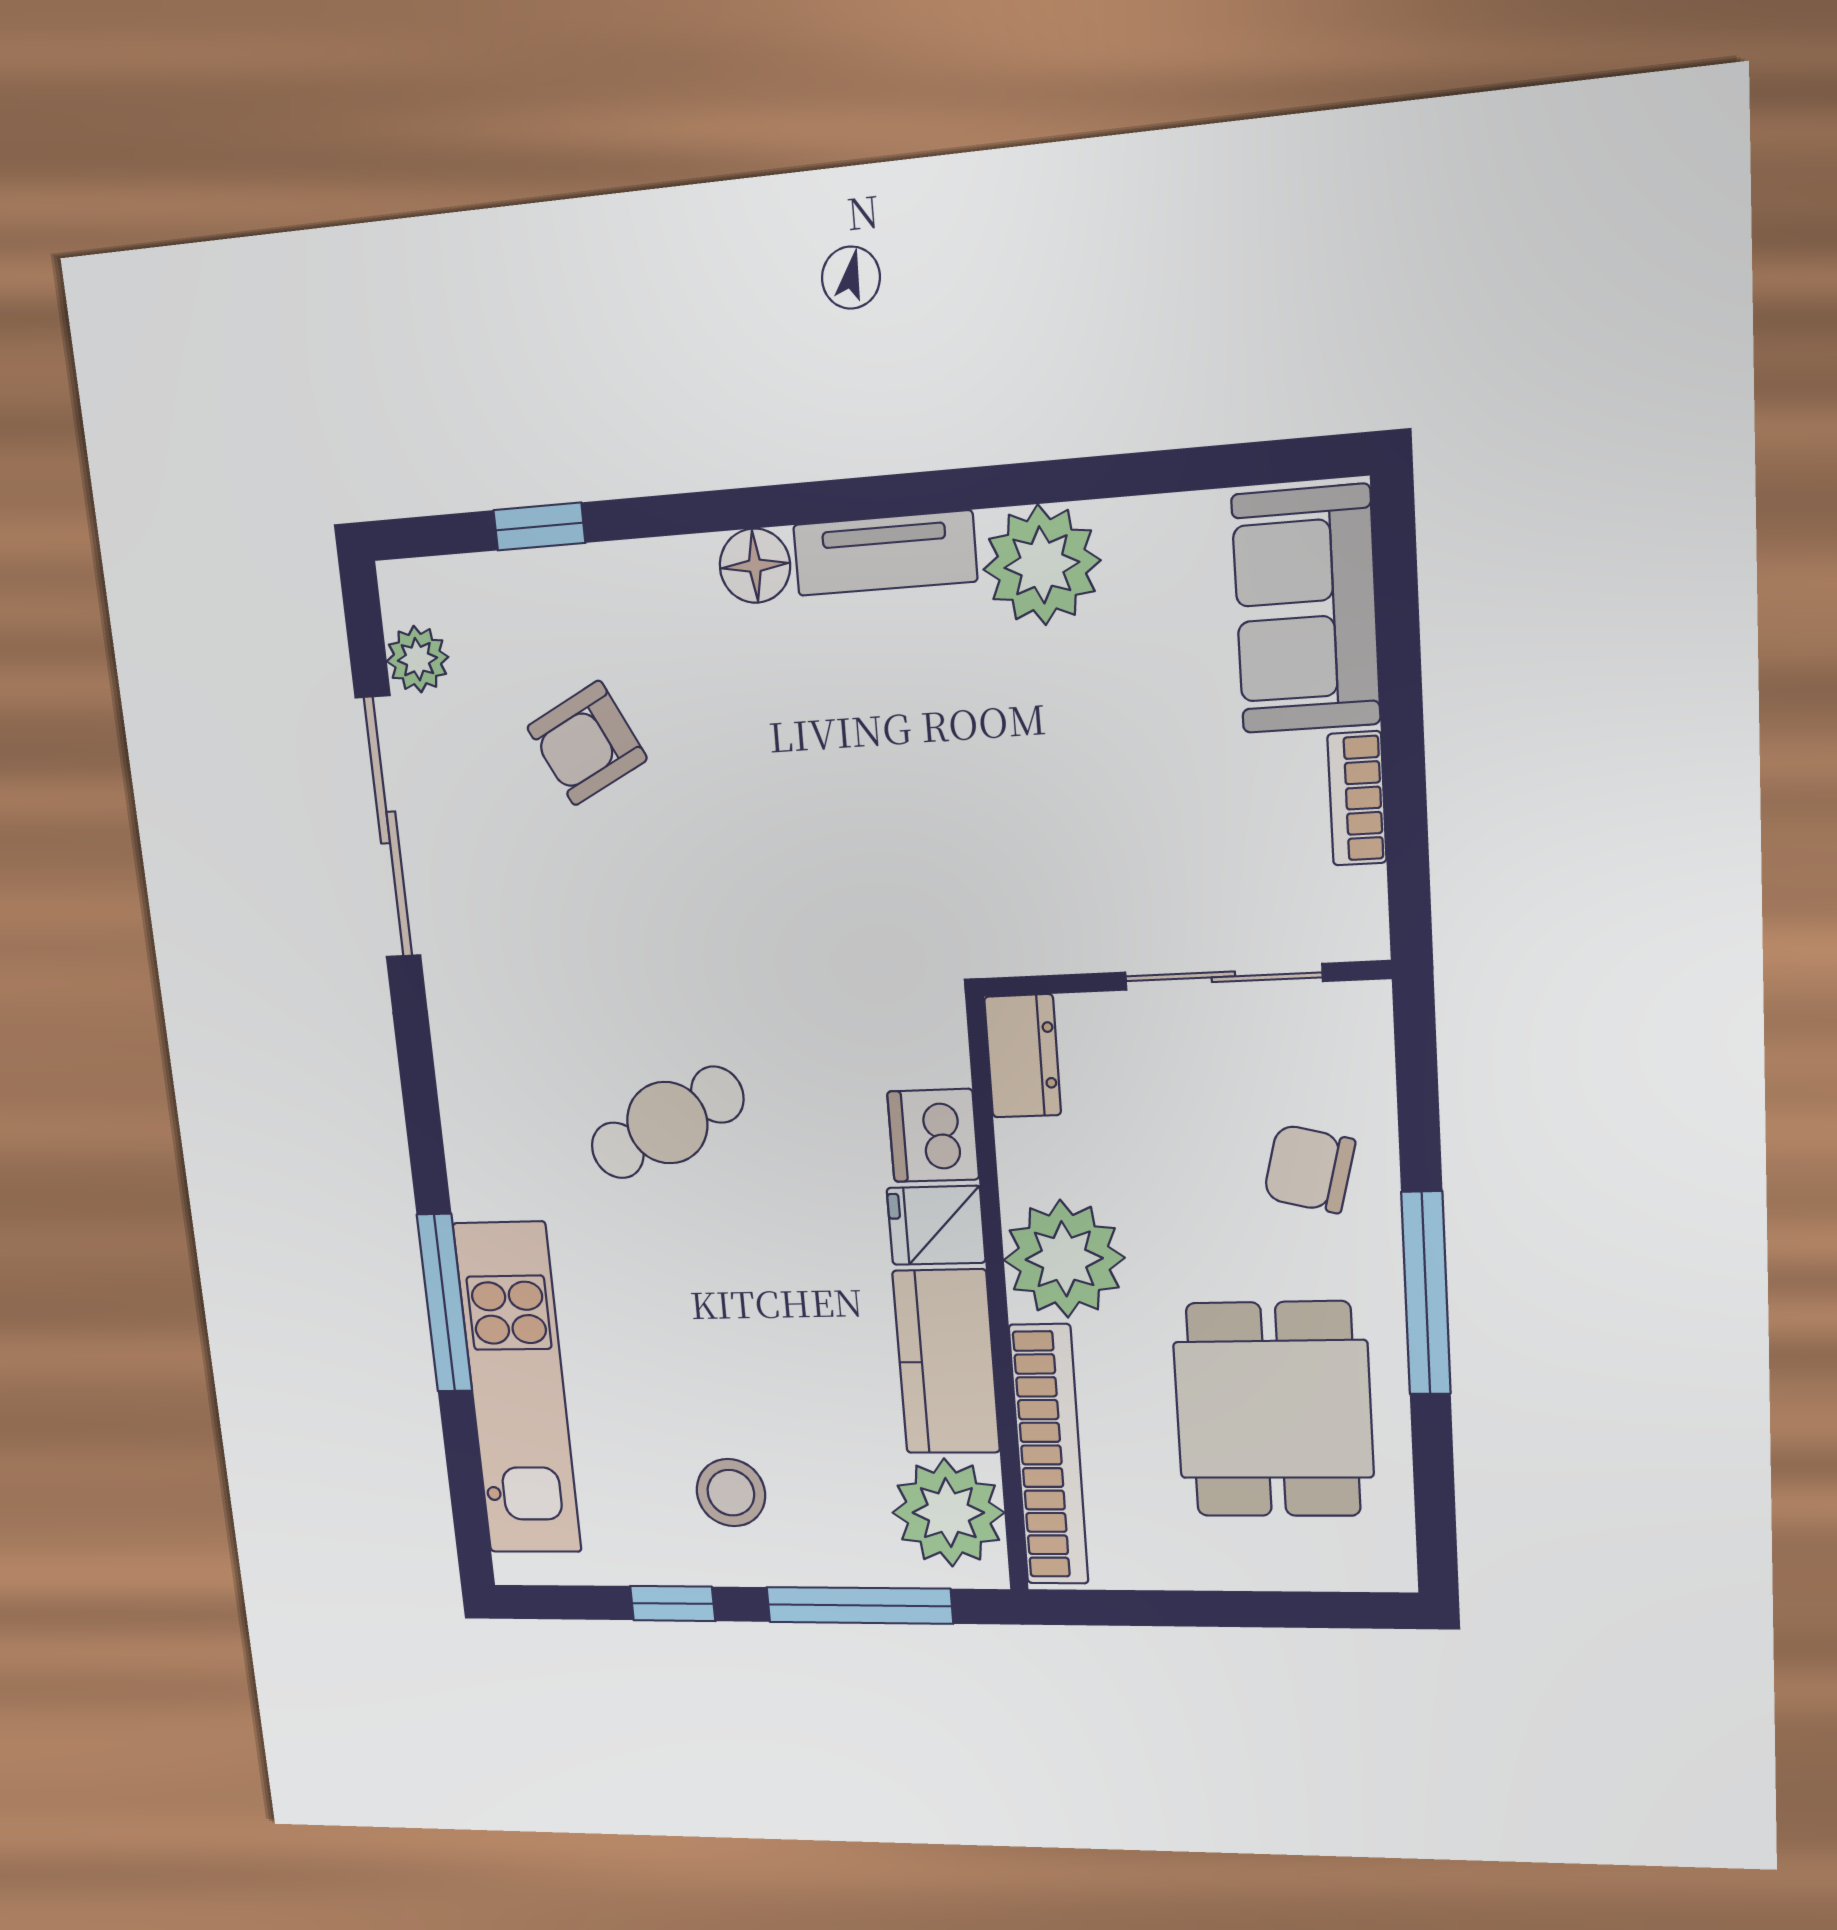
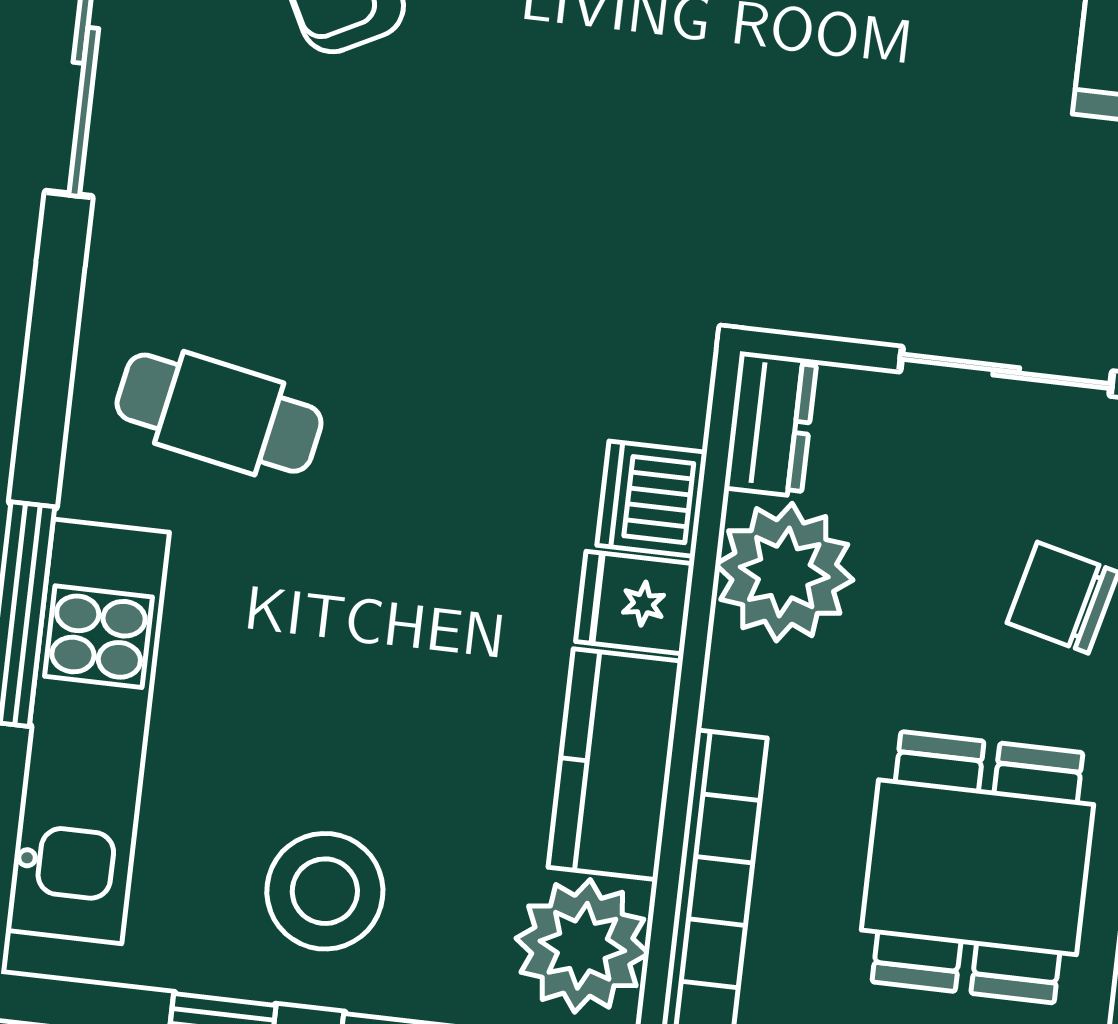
cafe table: (667, 1123) -> (219, 413), moved, turned 37
plant: (1064, 1259) -> (784, 572), moved
stool: (731, 1493) -> (325, 891), width x1.38, depth x1.38

